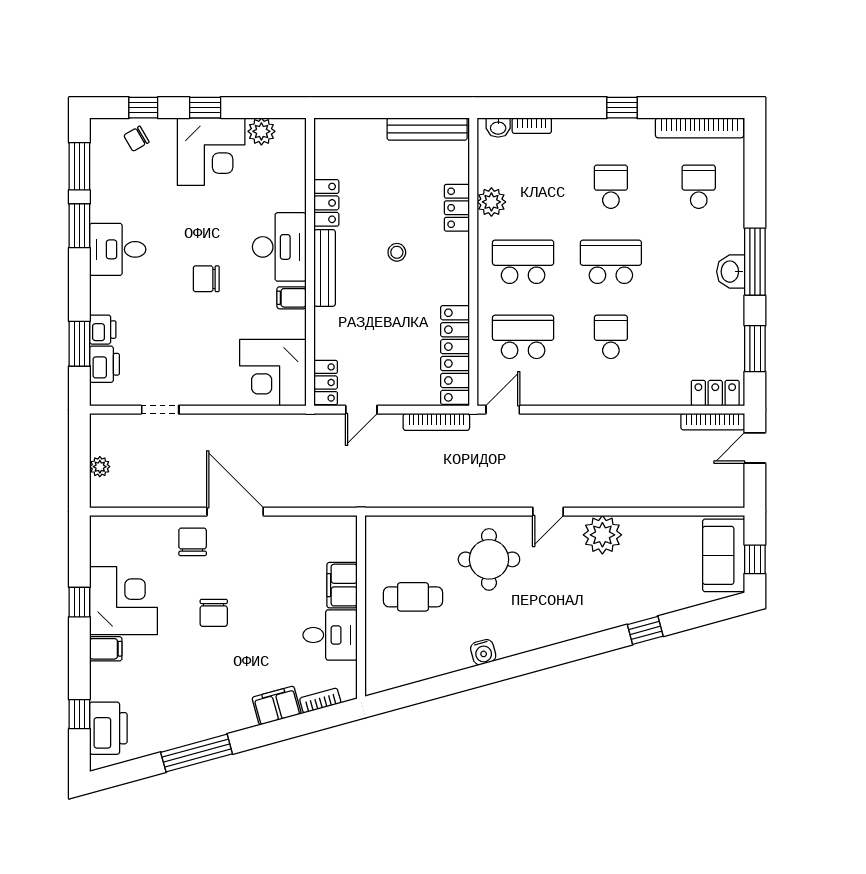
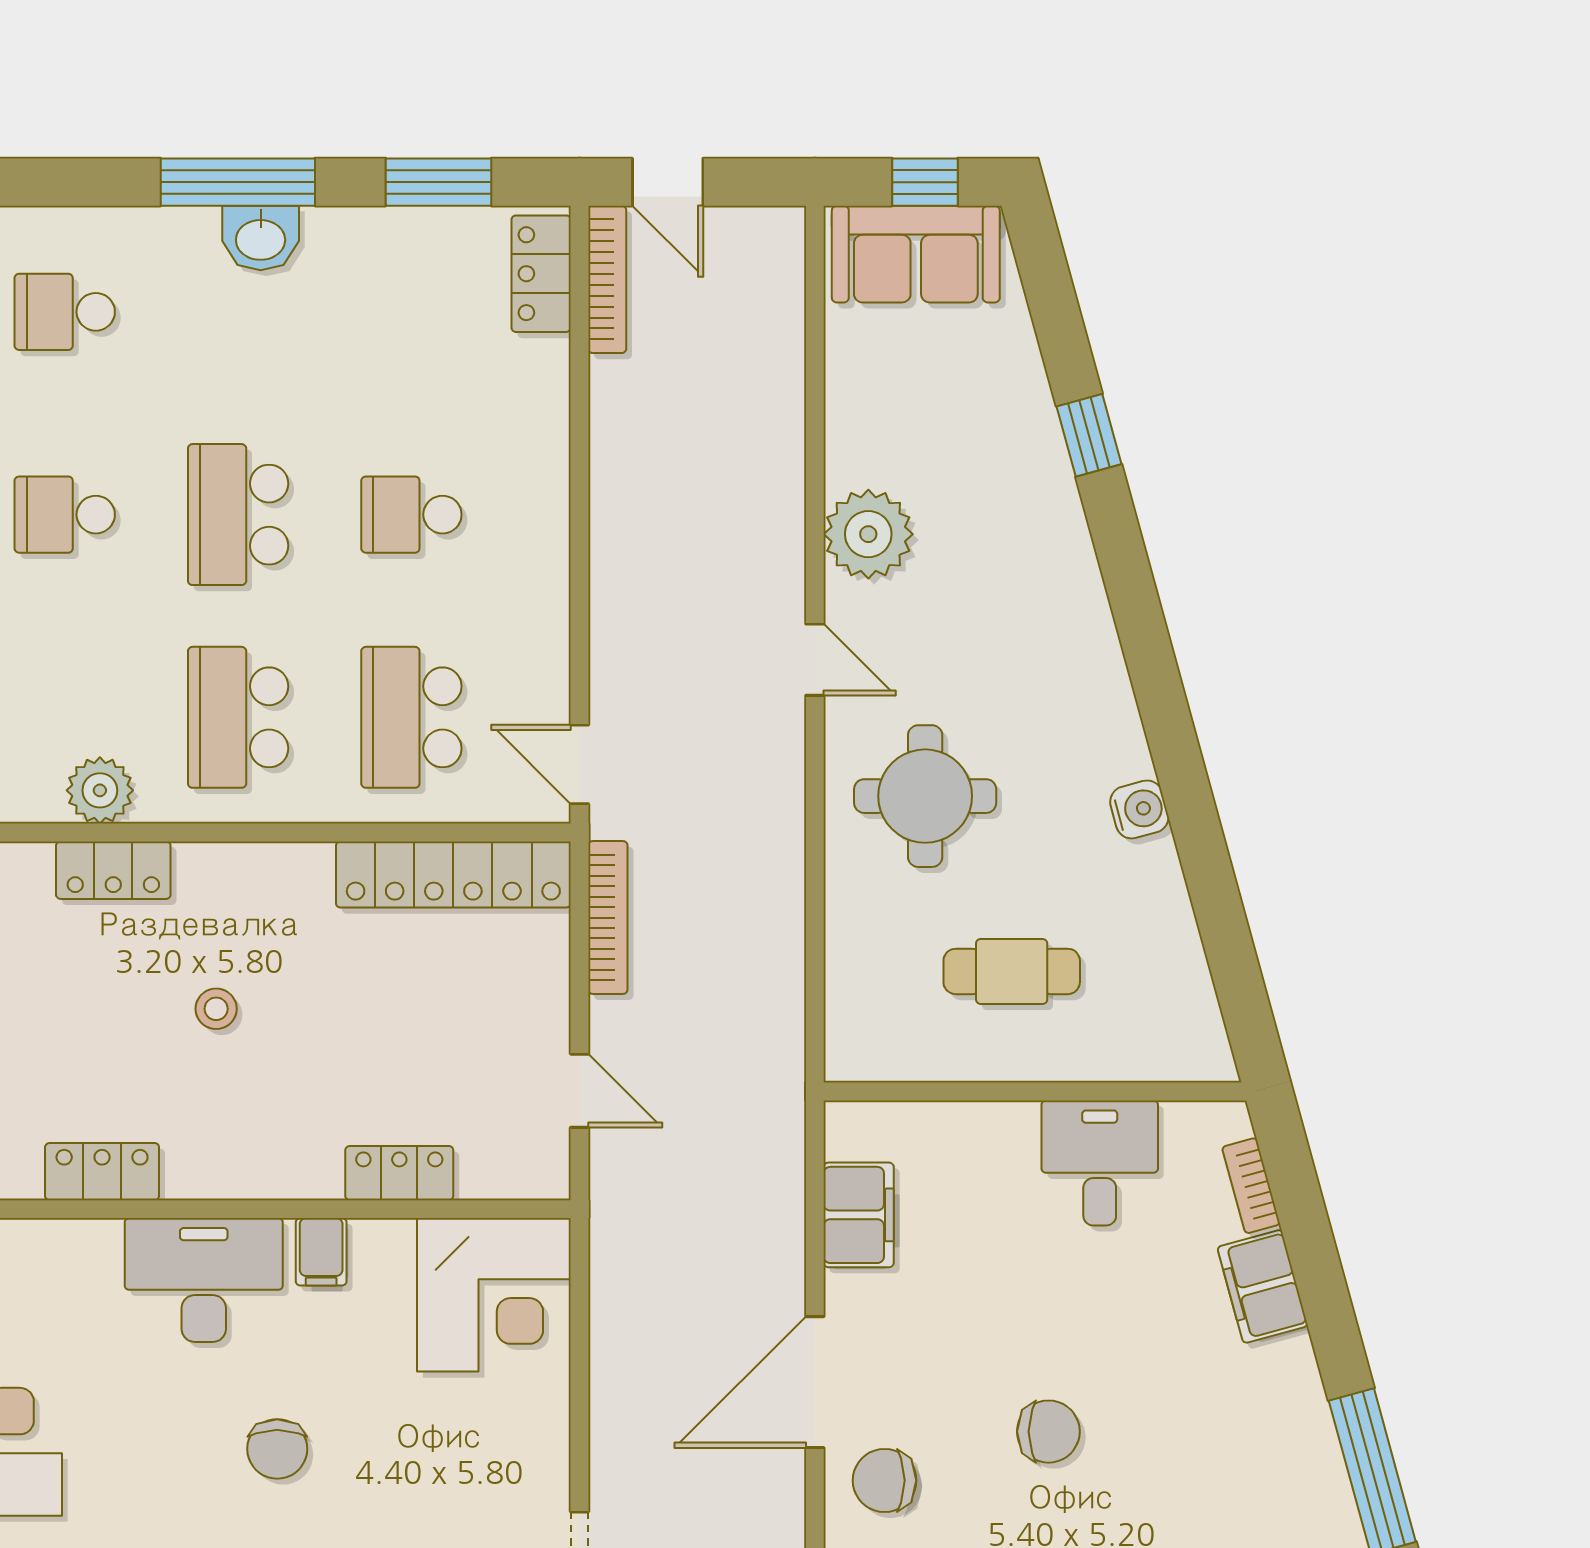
bench: (325, 268) -> (252, 1176), removed
locker: (326, 383) -> (399, 1173), moved
filing cabinet: (342, 585) -> (859, 1215), moved, turned -90
cafe table: (413, 597) -> (1012, 971), turned 90

